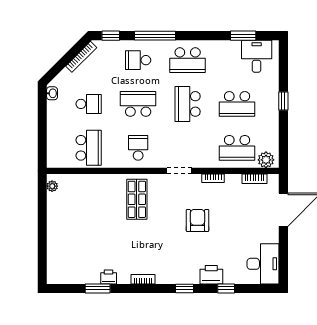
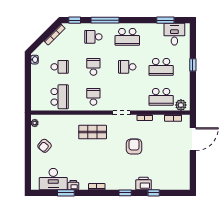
school desk: (138, 104) -> (93, 67), width x0.54
school desk: (188, 104) -> (127, 67), width x0.54
shop shelf: (137, 199) -> (93, 132), turned 90
armchair: (67, 219) -> (45, 146), added
desk: (263, 264) -> (53, 179), moved, turned 90

